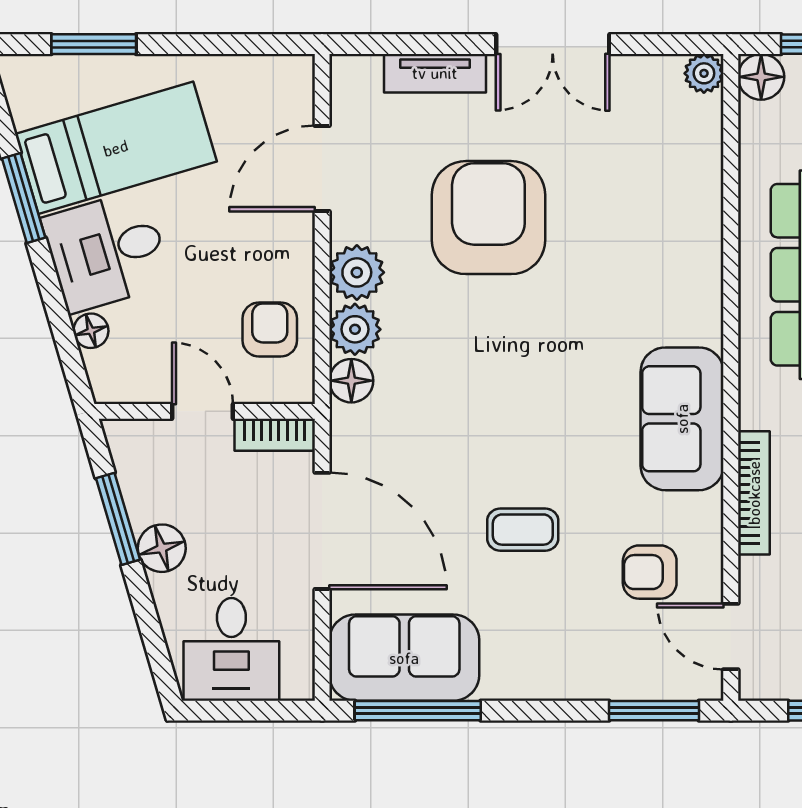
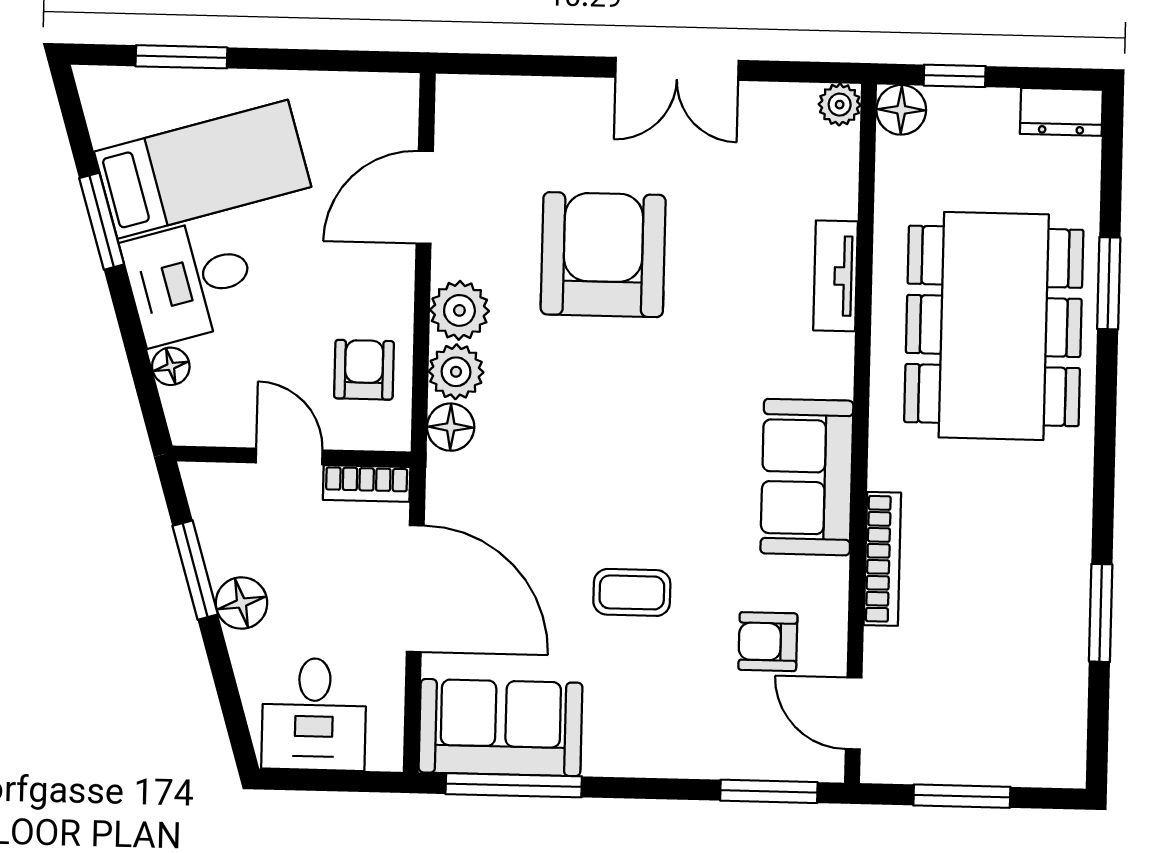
tv unit: (435, 73) -> (836, 276), moved, turned 90

